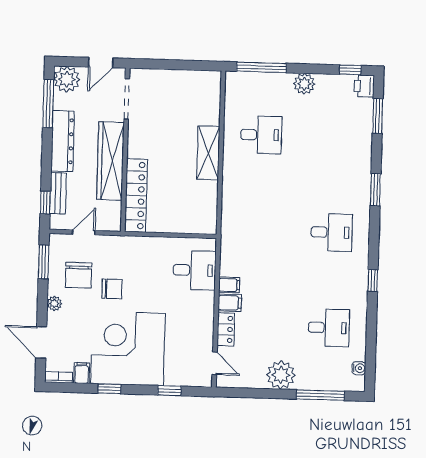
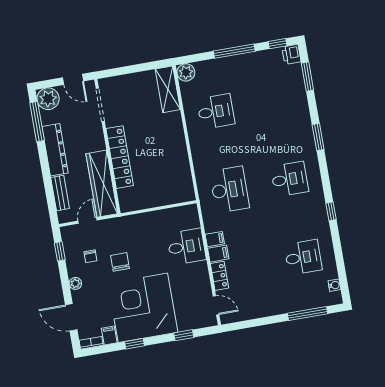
door: (101, 63) -> (73, 79), hinge flipped
window: (262, 67) -> (234, 51), moved
plant: (304, 84) -> (186, 72), moved
shelving: (208, 153) -> (168, 89), moved
wardrobe: (110, 161) -> (102, 184), moved
locker: (136, 195) -> (120, 157), moved
window: (45, 203) -> (51, 203), removed
desk: (258, 230) -> (229, 190), added
window: (44, 262) -> (60, 251), width x0.67
desk: (195, 270) -> (186, 247), moved
chair: (79, 275) -> (90, 256), width x0.54, depth x0.54
chair: (112, 289) -> (120, 262), turned -90
plant: (281, 375) -> (272, 304), removed

